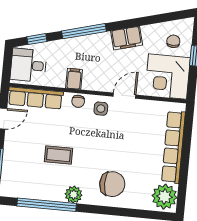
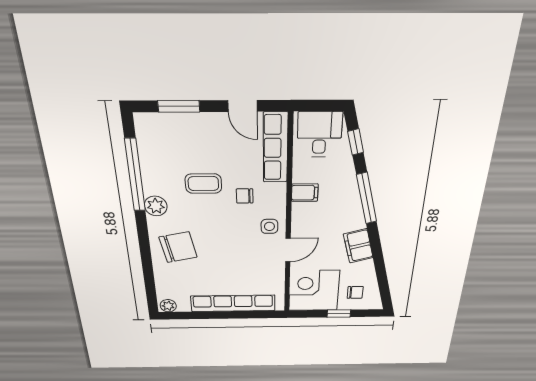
door: (124, 96) -> (288, 250), hinge flipped
chair: (78, 101) -> (245, 196), moved
coffee table: (59, 155) -> (203, 184), turned 90
chair: (112, 184) -> (178, 247), turned -101
plant: (165, 197) -> (168, 306), width x0.53, depth x0.53

